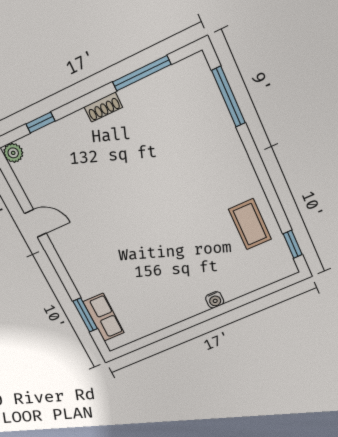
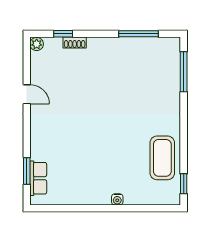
shoe rack: (103, 107) -> (75, 43), moved
coffee table: (250, 224) -> (162, 158), width x1.36, depth x1.32

